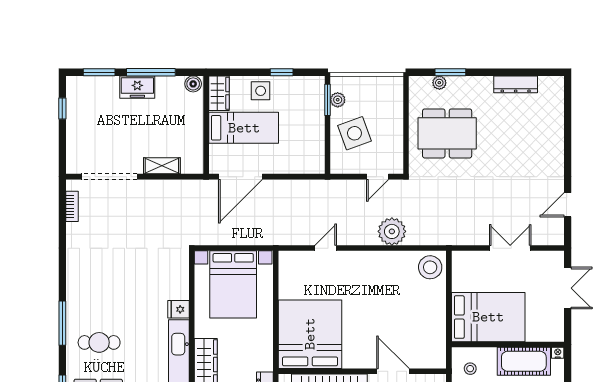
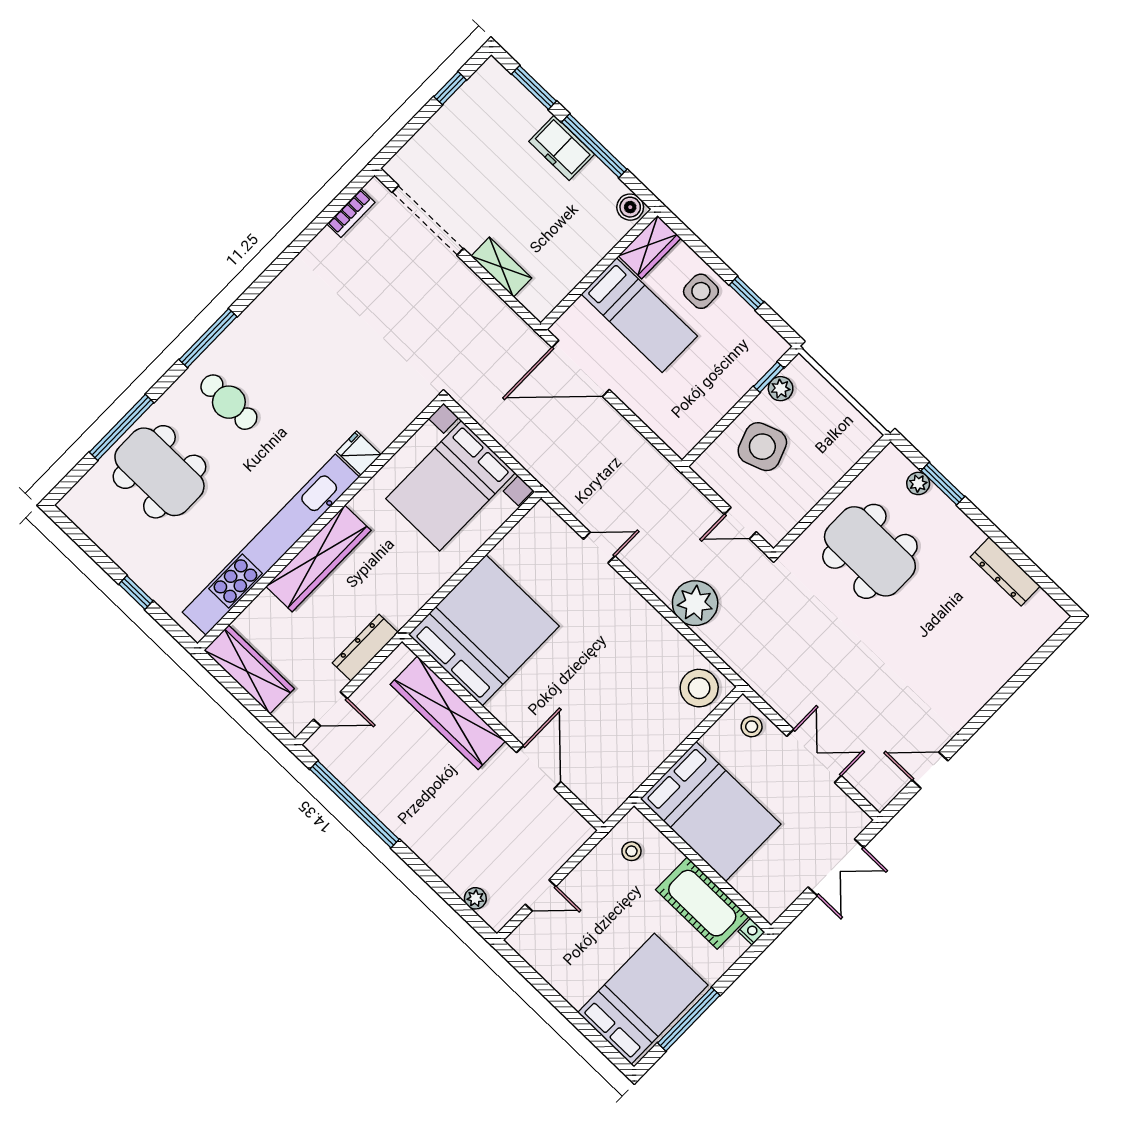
window: (327, 100) -> (769, 377), width x0.67
stool: (470, 262) -> (752, 727), added

